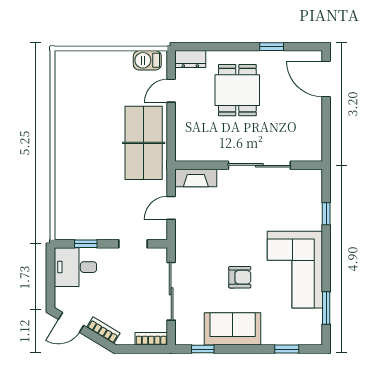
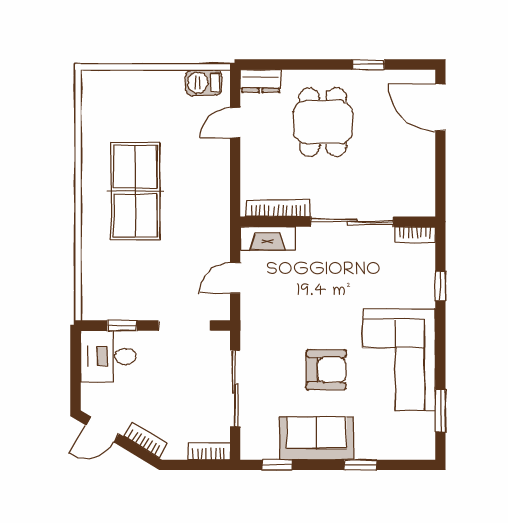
table tennis table: (144, 143) -> (135, 191), moved
bookcase: (204, 155) -> (278, 208), added
bookcase: (307, 175) -> (415, 235), added
doorway: (133, 244) -> (185, 325), width x1.38
armchair: (240, 277) -> (326, 370), width x1.38, depth x1.38
window: (287, 349) -> (361, 465), moved

